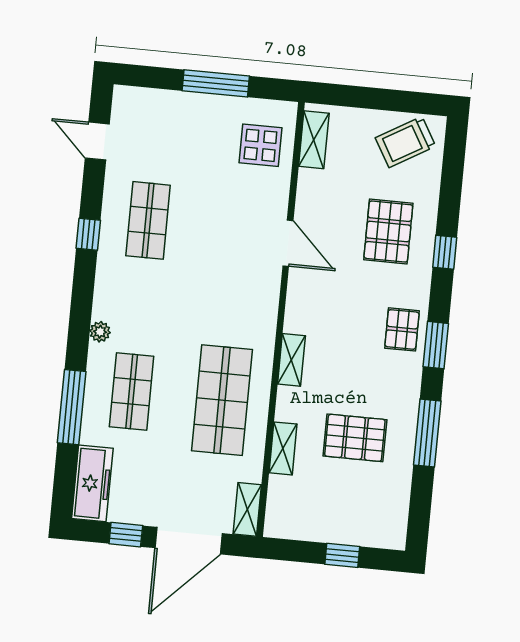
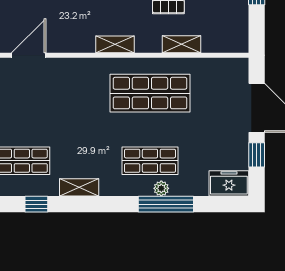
plant: (100, 332) -> (161, 188), moved
freezer: (92, 483) -> (229, 183), width x0.71
shelving: (247, 509) -> (79, 187), moved

